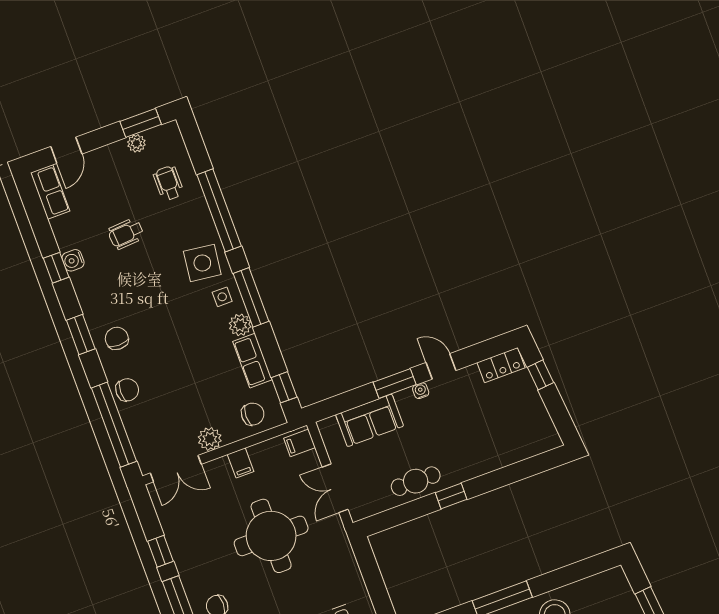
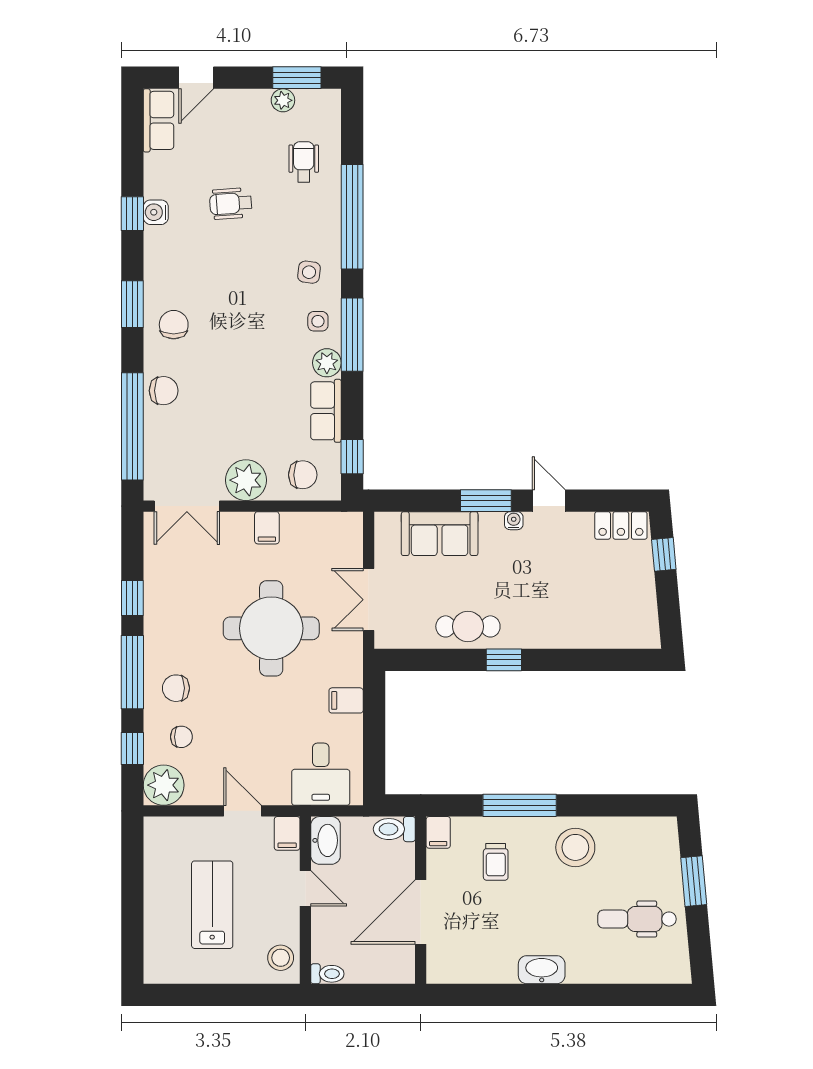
side table: (202, 263) -> (309, 272), width x0.54, depth x0.54
plant: (210, 439) -> (246, 480), width x1.36, depth x1.36
filing cabinet: (300, 443) -> (346, 700), moved

